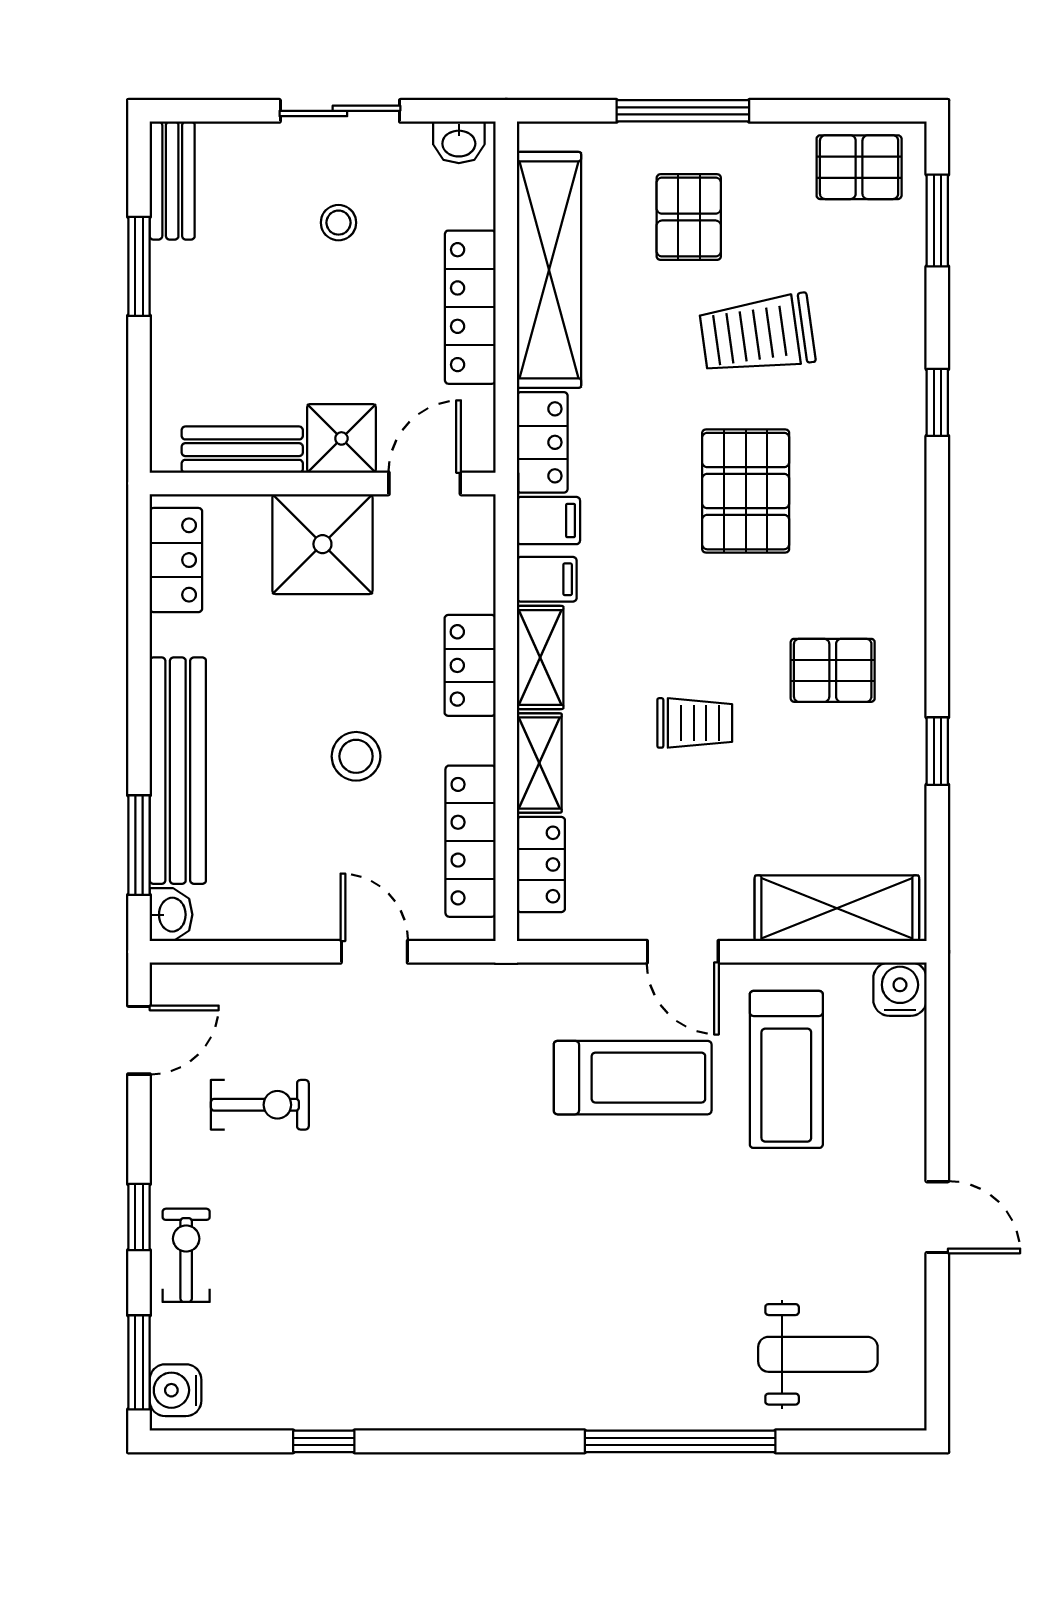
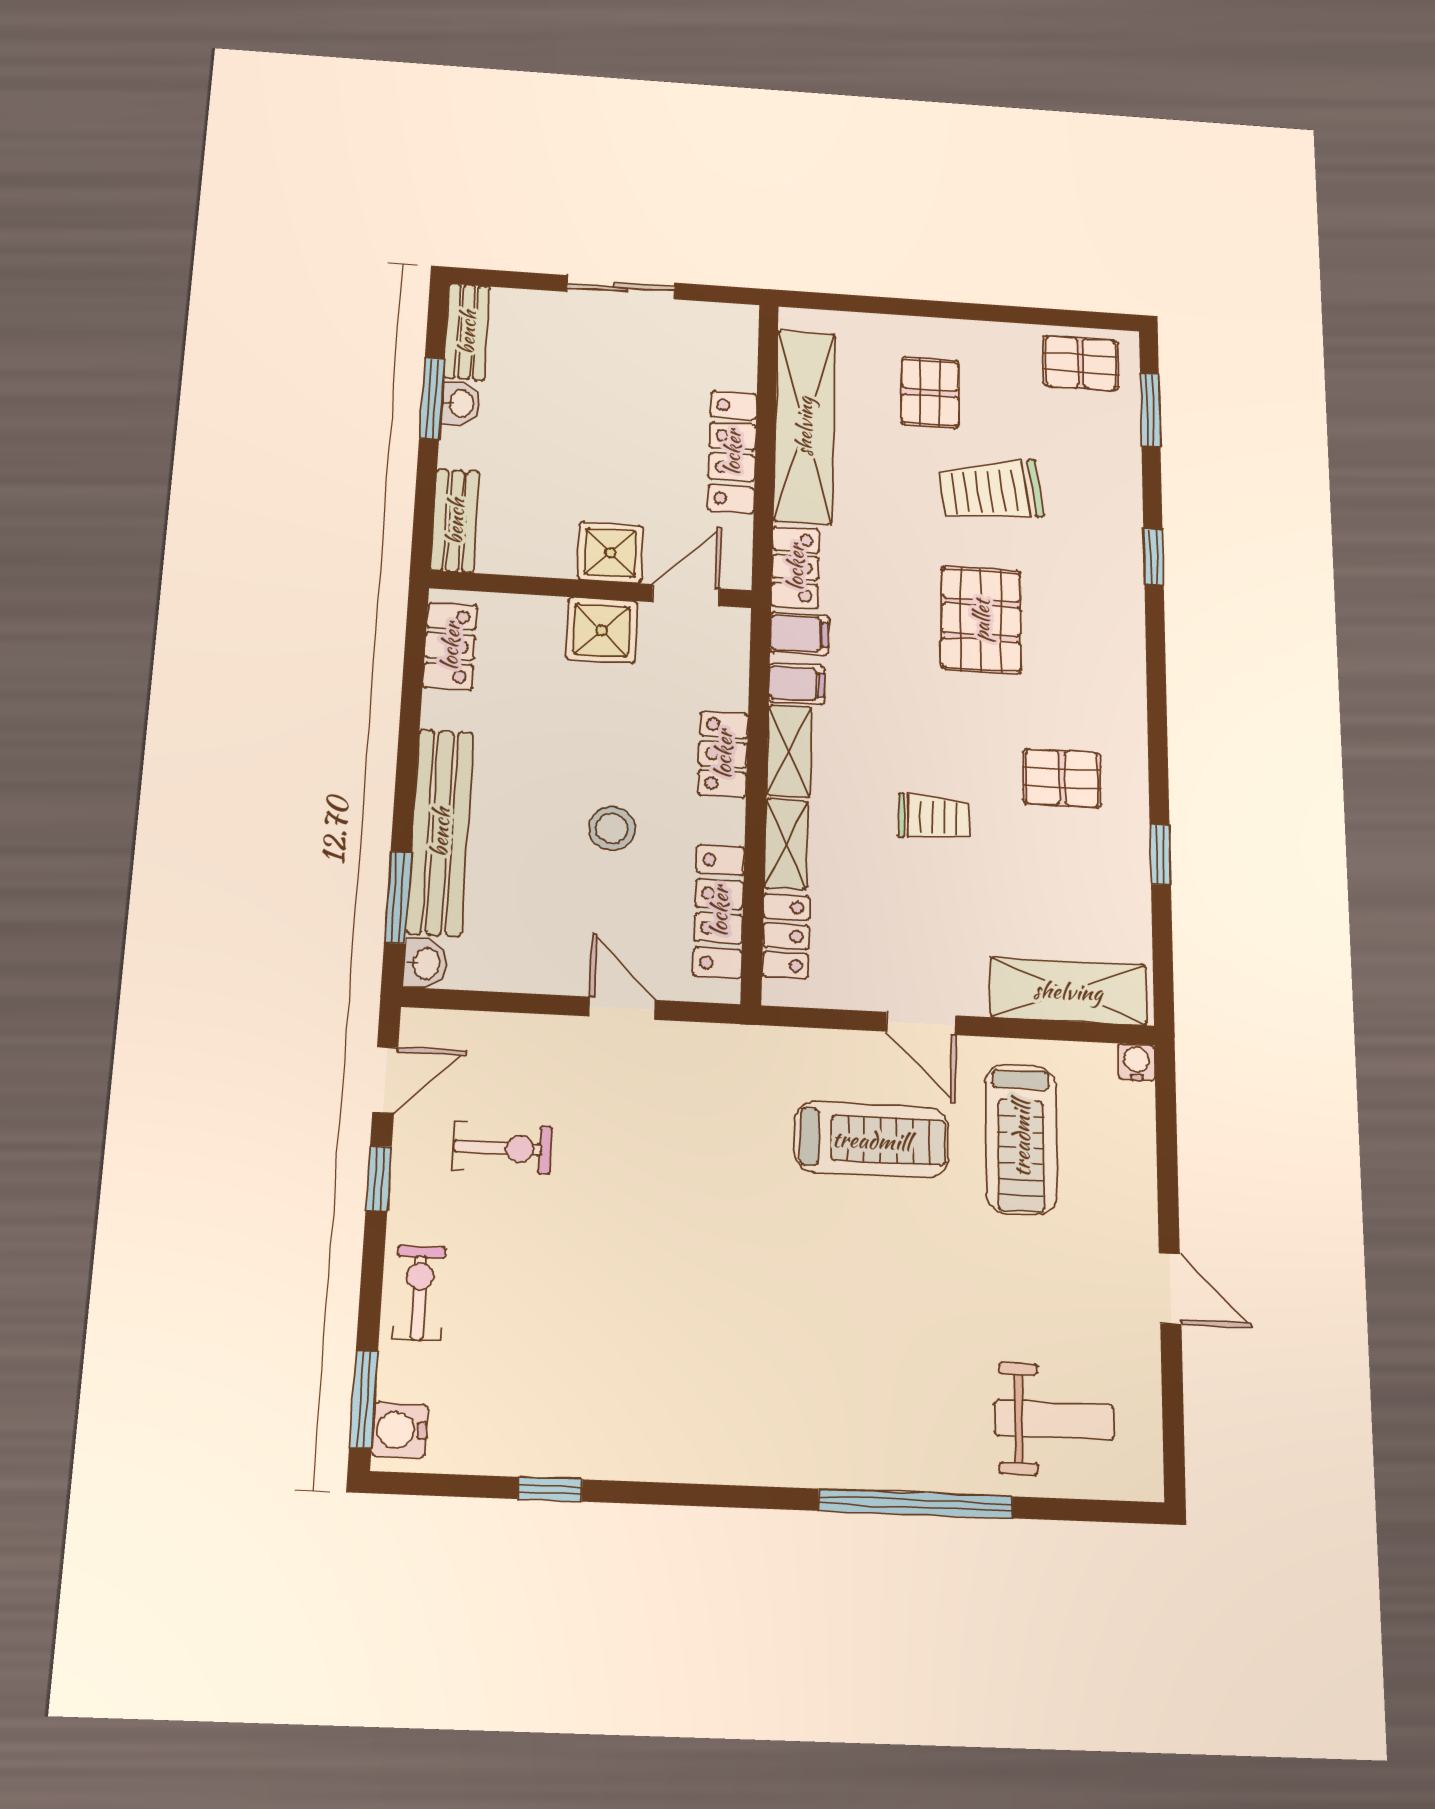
window: (683, 111) -> (925, 308), removed
washbasin: (459, 142) -> (460, 403), moved, turned -90
stool: (338, 223) -> (616, 376), removed
bench: (242, 450) -> (455, 521), moved, turned 90
shower: (322, 544) -> (602, 630), width x0.73, depth x0.73
water cooler: (900, 989) -> (1136, 1062), width x0.72, depth x0.72
window: (139, 1217) -> (379, 1179), moved

